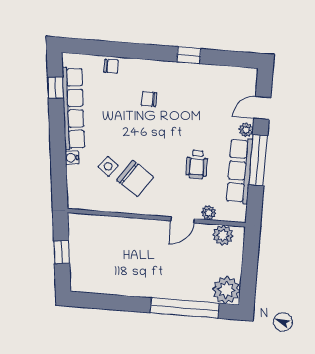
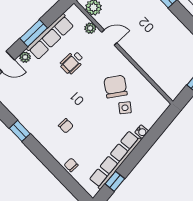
window: (258, 160) -> (34, 33), width x0.69
wheelchair: (197, 164) -> (72, 63), turned 180

